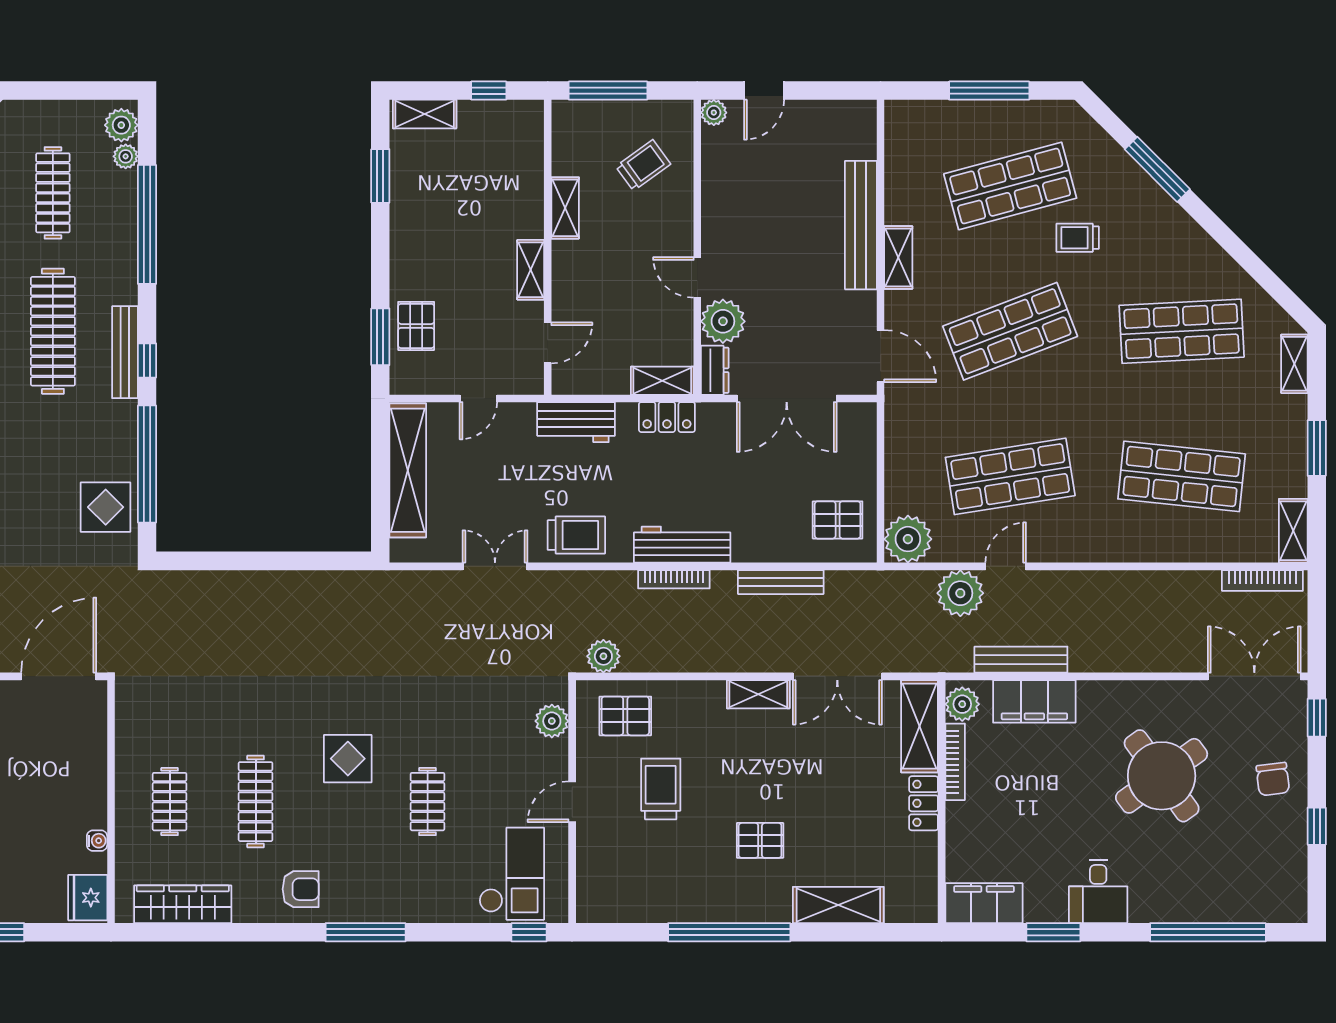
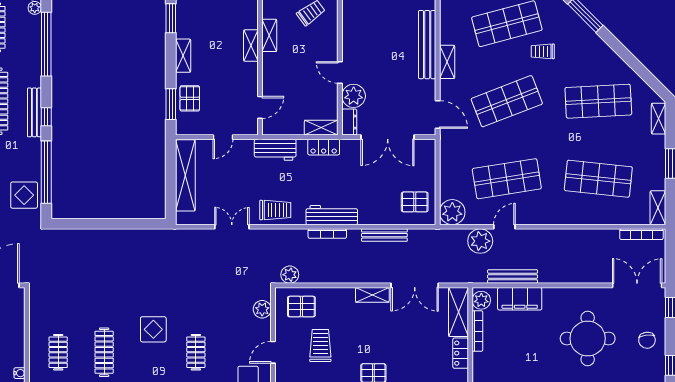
shelving: (404, 246) -> (183, 56), added
shelving: (531, 270) -> (251, 46), moved
round table: (1162, 776) -> (588, 339), turned 36

